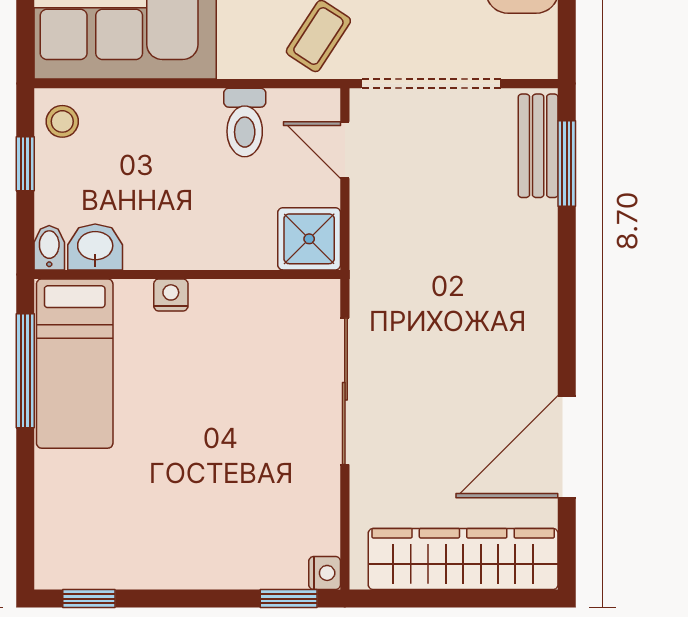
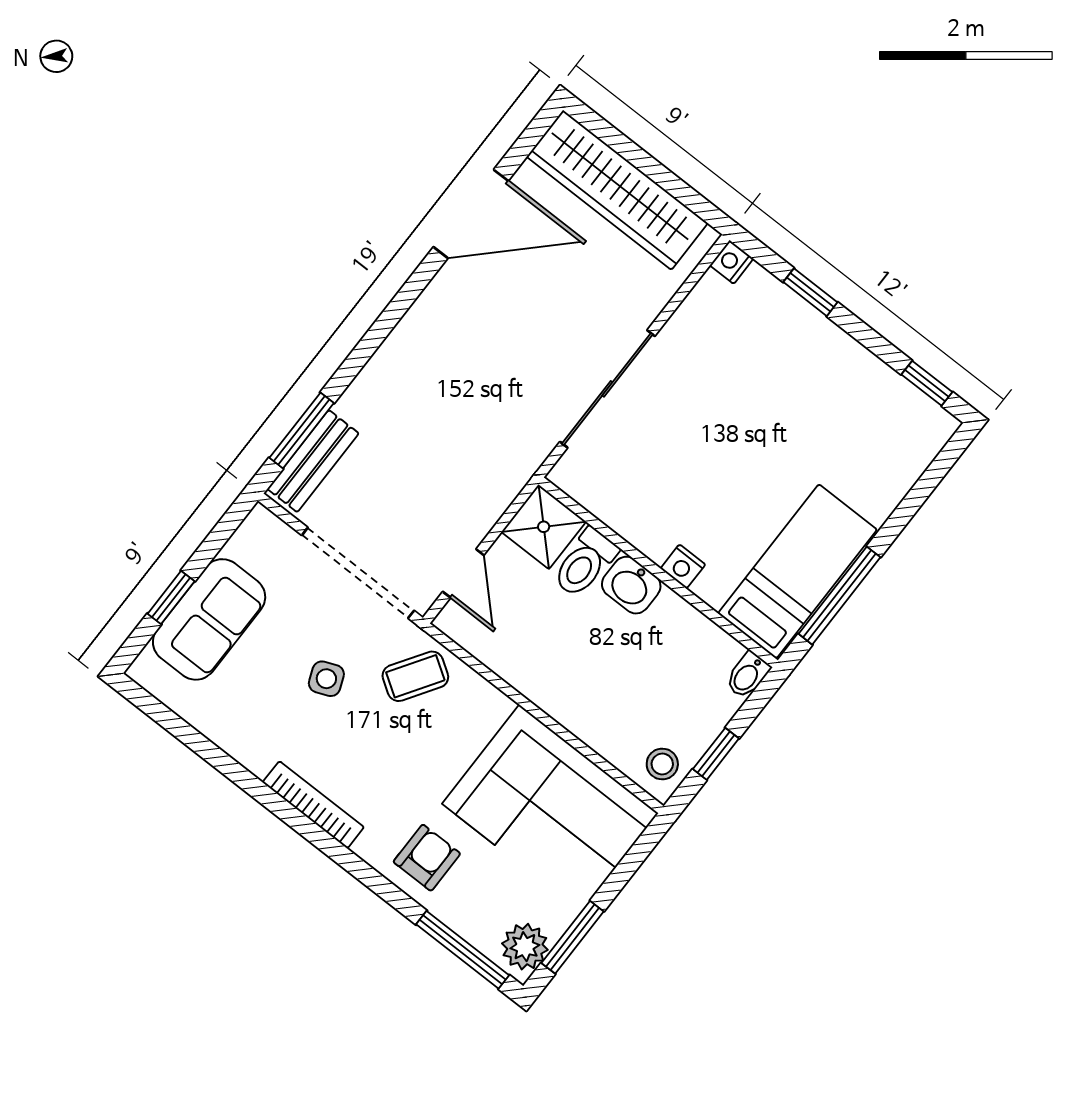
toilet: (245, 122) -> (585, 563), moved, turned 180
washbasin: (95, 247) -> (631, 585), moved
window: (289, 599) -> (810, 292), moved

